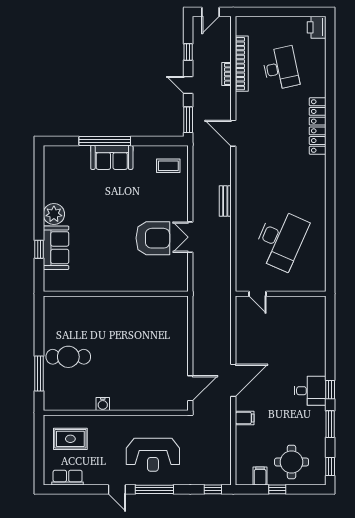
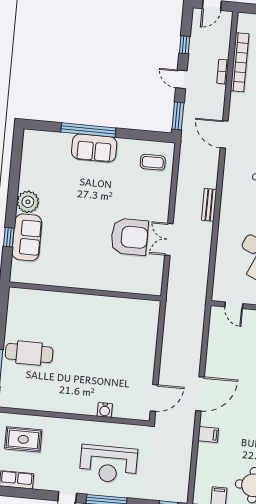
water cooler: (103, 404) -> (105, 410), moved

